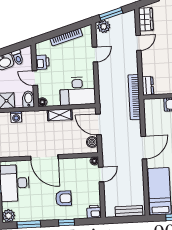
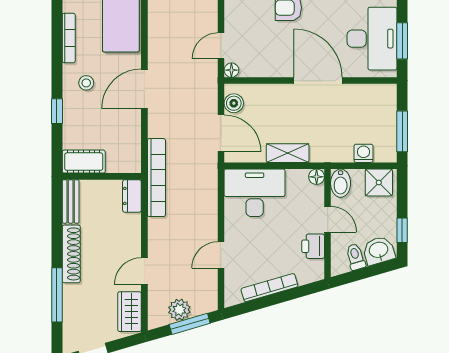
plant: (104, 26) -> (179, 310), moved

